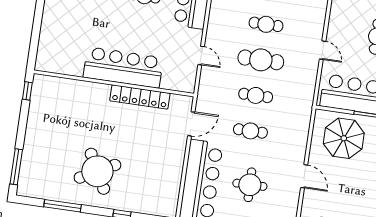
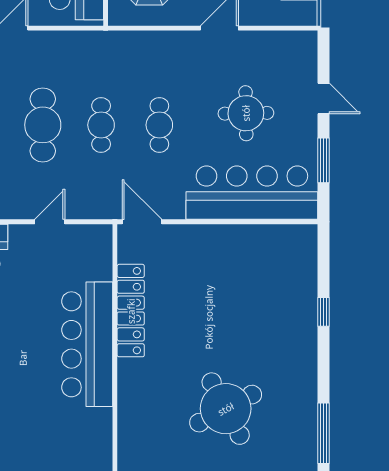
door: (191, 124) -> (142, 222), moved
round table: (97, 171) -> (226, 409), moved
window: (62, 206) -> (323, 433), moved

